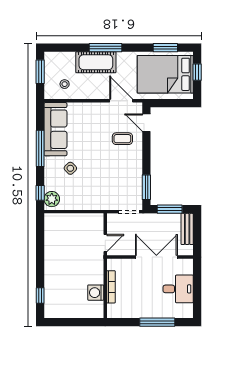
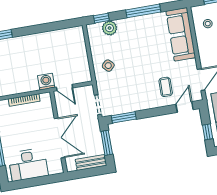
window: (176, 103) -> (208, 132), added
sofa: (55, 129) -> (181, 34), moved, turned 90
side table: (70, 168) -> (108, 66), moved
plant: (52, 199) -> (110, 28), moved
desk: (178, 289) -> (28, 164), width x1.37
washing machine: (96, 293) -> (46, 82), moved

